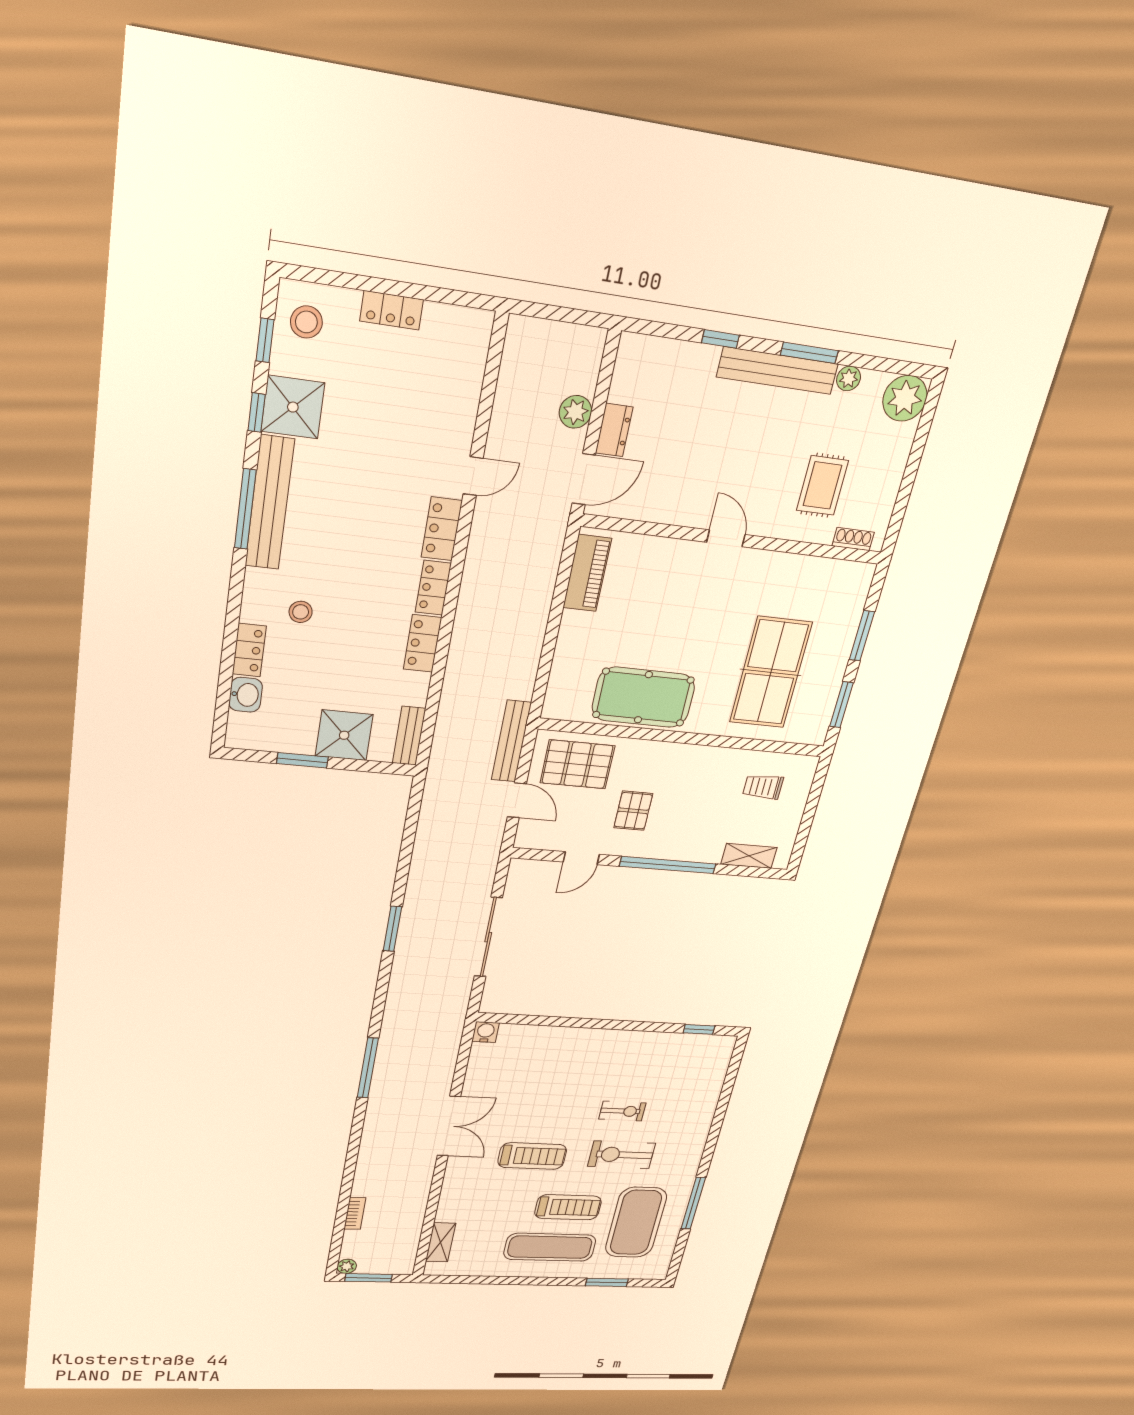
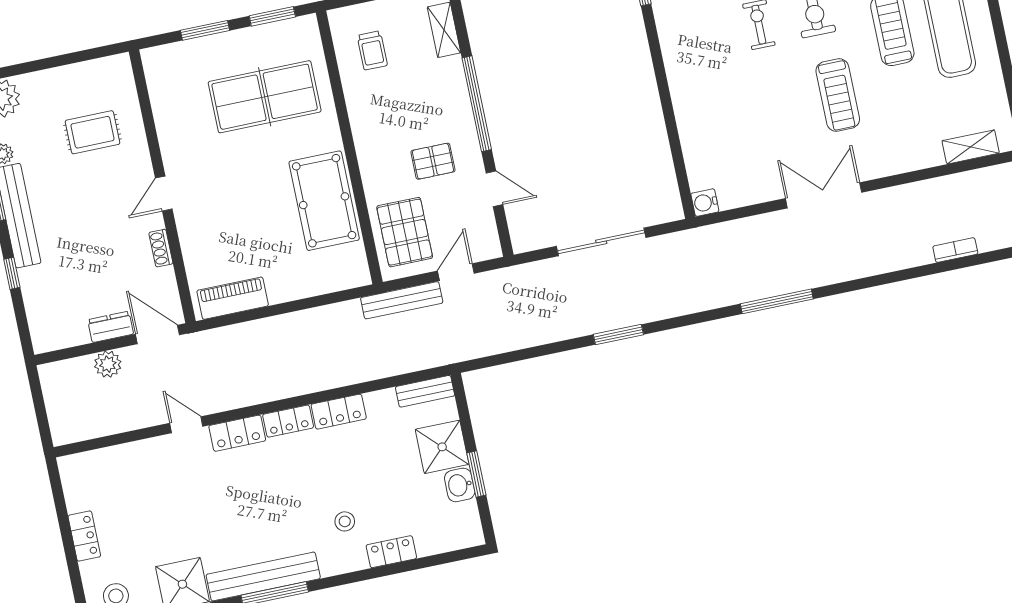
shoe rack: (853, 539) -> (161, 248), moved
washbasin: (246, 695) -> (460, 485), moved, turned -90
treadmill: (532, 1156) -> (838, 95), turned 180

